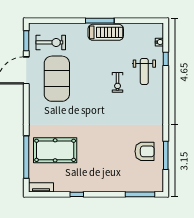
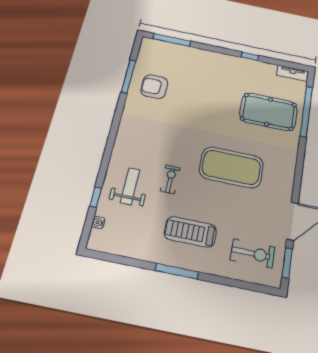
treadmill: (106, 32) -> (190, 232), moved
exercise bike: (51, 42) -> (253, 253), turned 180
exercise mat: (57, 79) -> (231, 167), moved, turned 90

